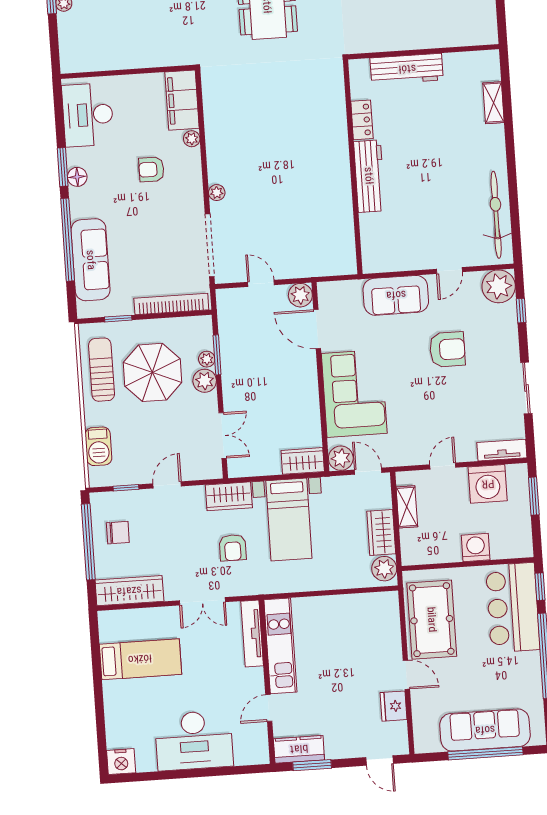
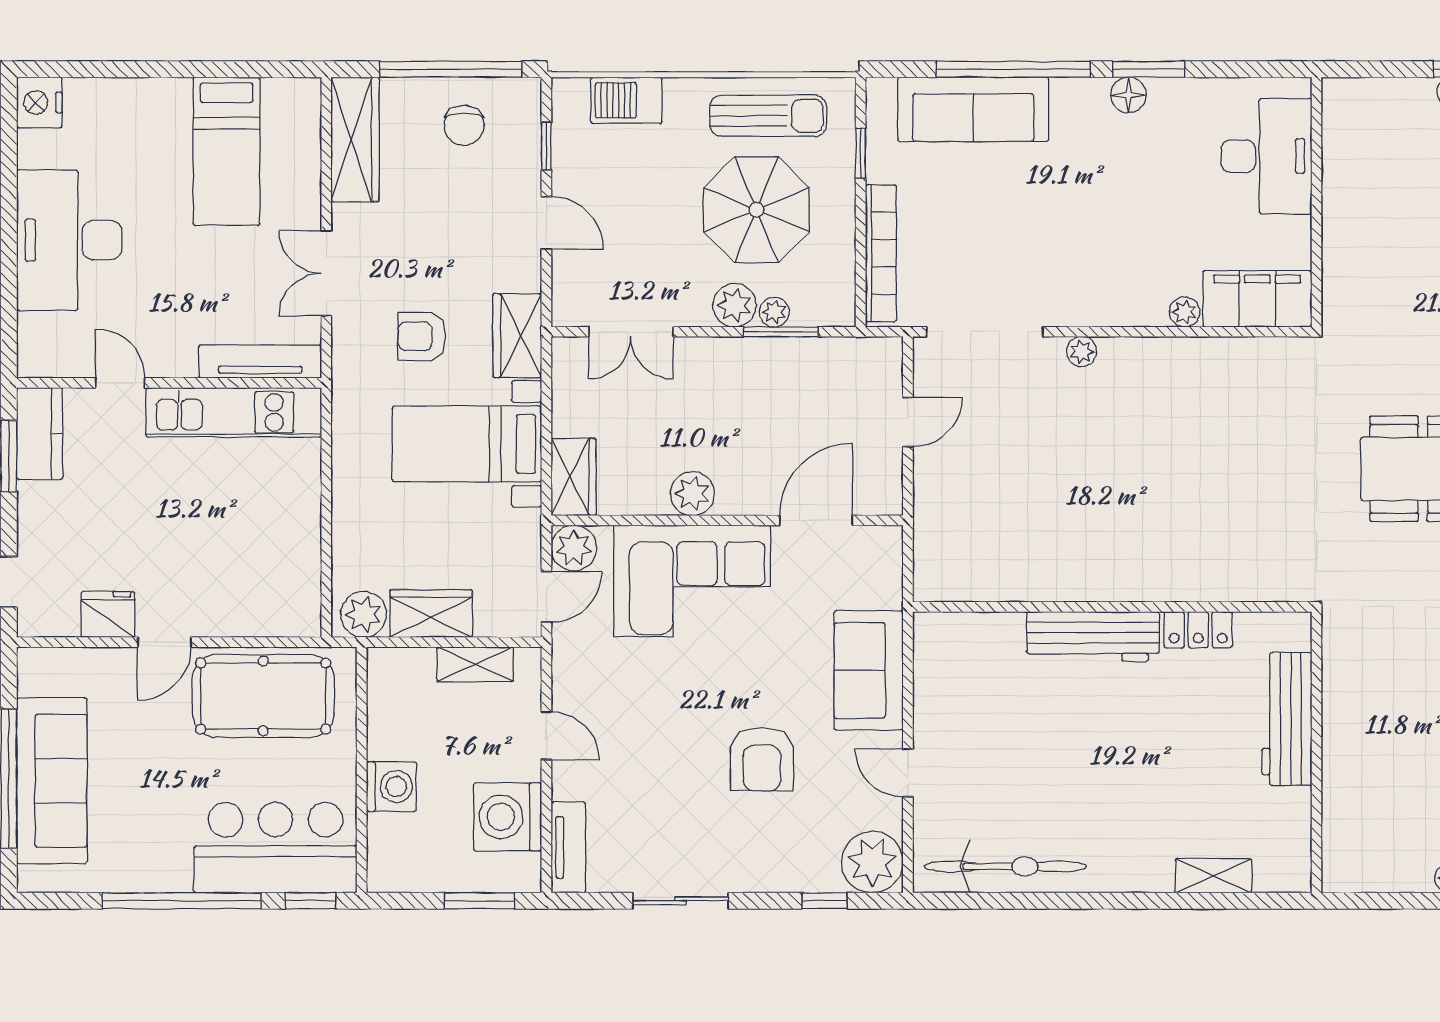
desk: (88, 115) -> (1266, 156), moved, turned 90
armchair: (151, 169) -> (1133, 233), removed
plant: (300, 295) -> (692, 494), moved

